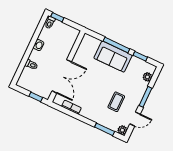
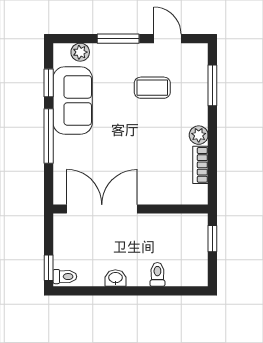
sofa: (113, 57) -> (73, 100), moved
double door: (62, 76) -> (102, 209), moved
plant: (122, 130) -> (199, 135), moved

